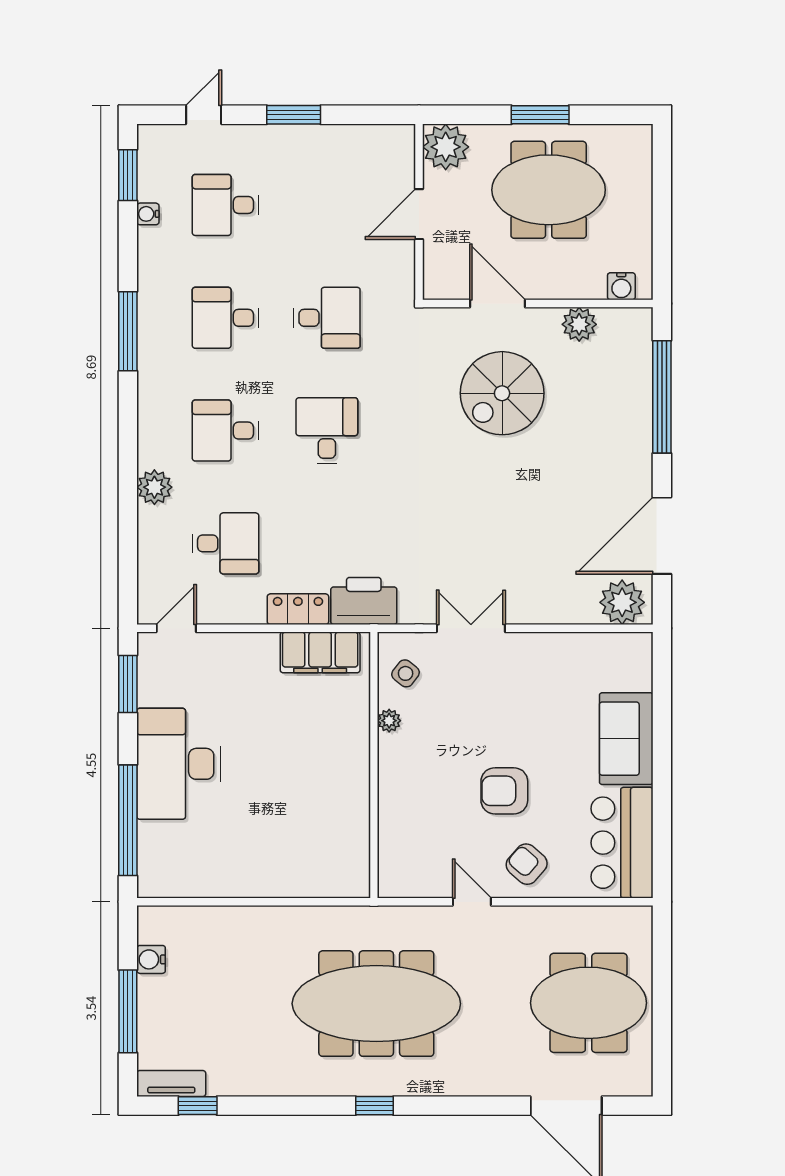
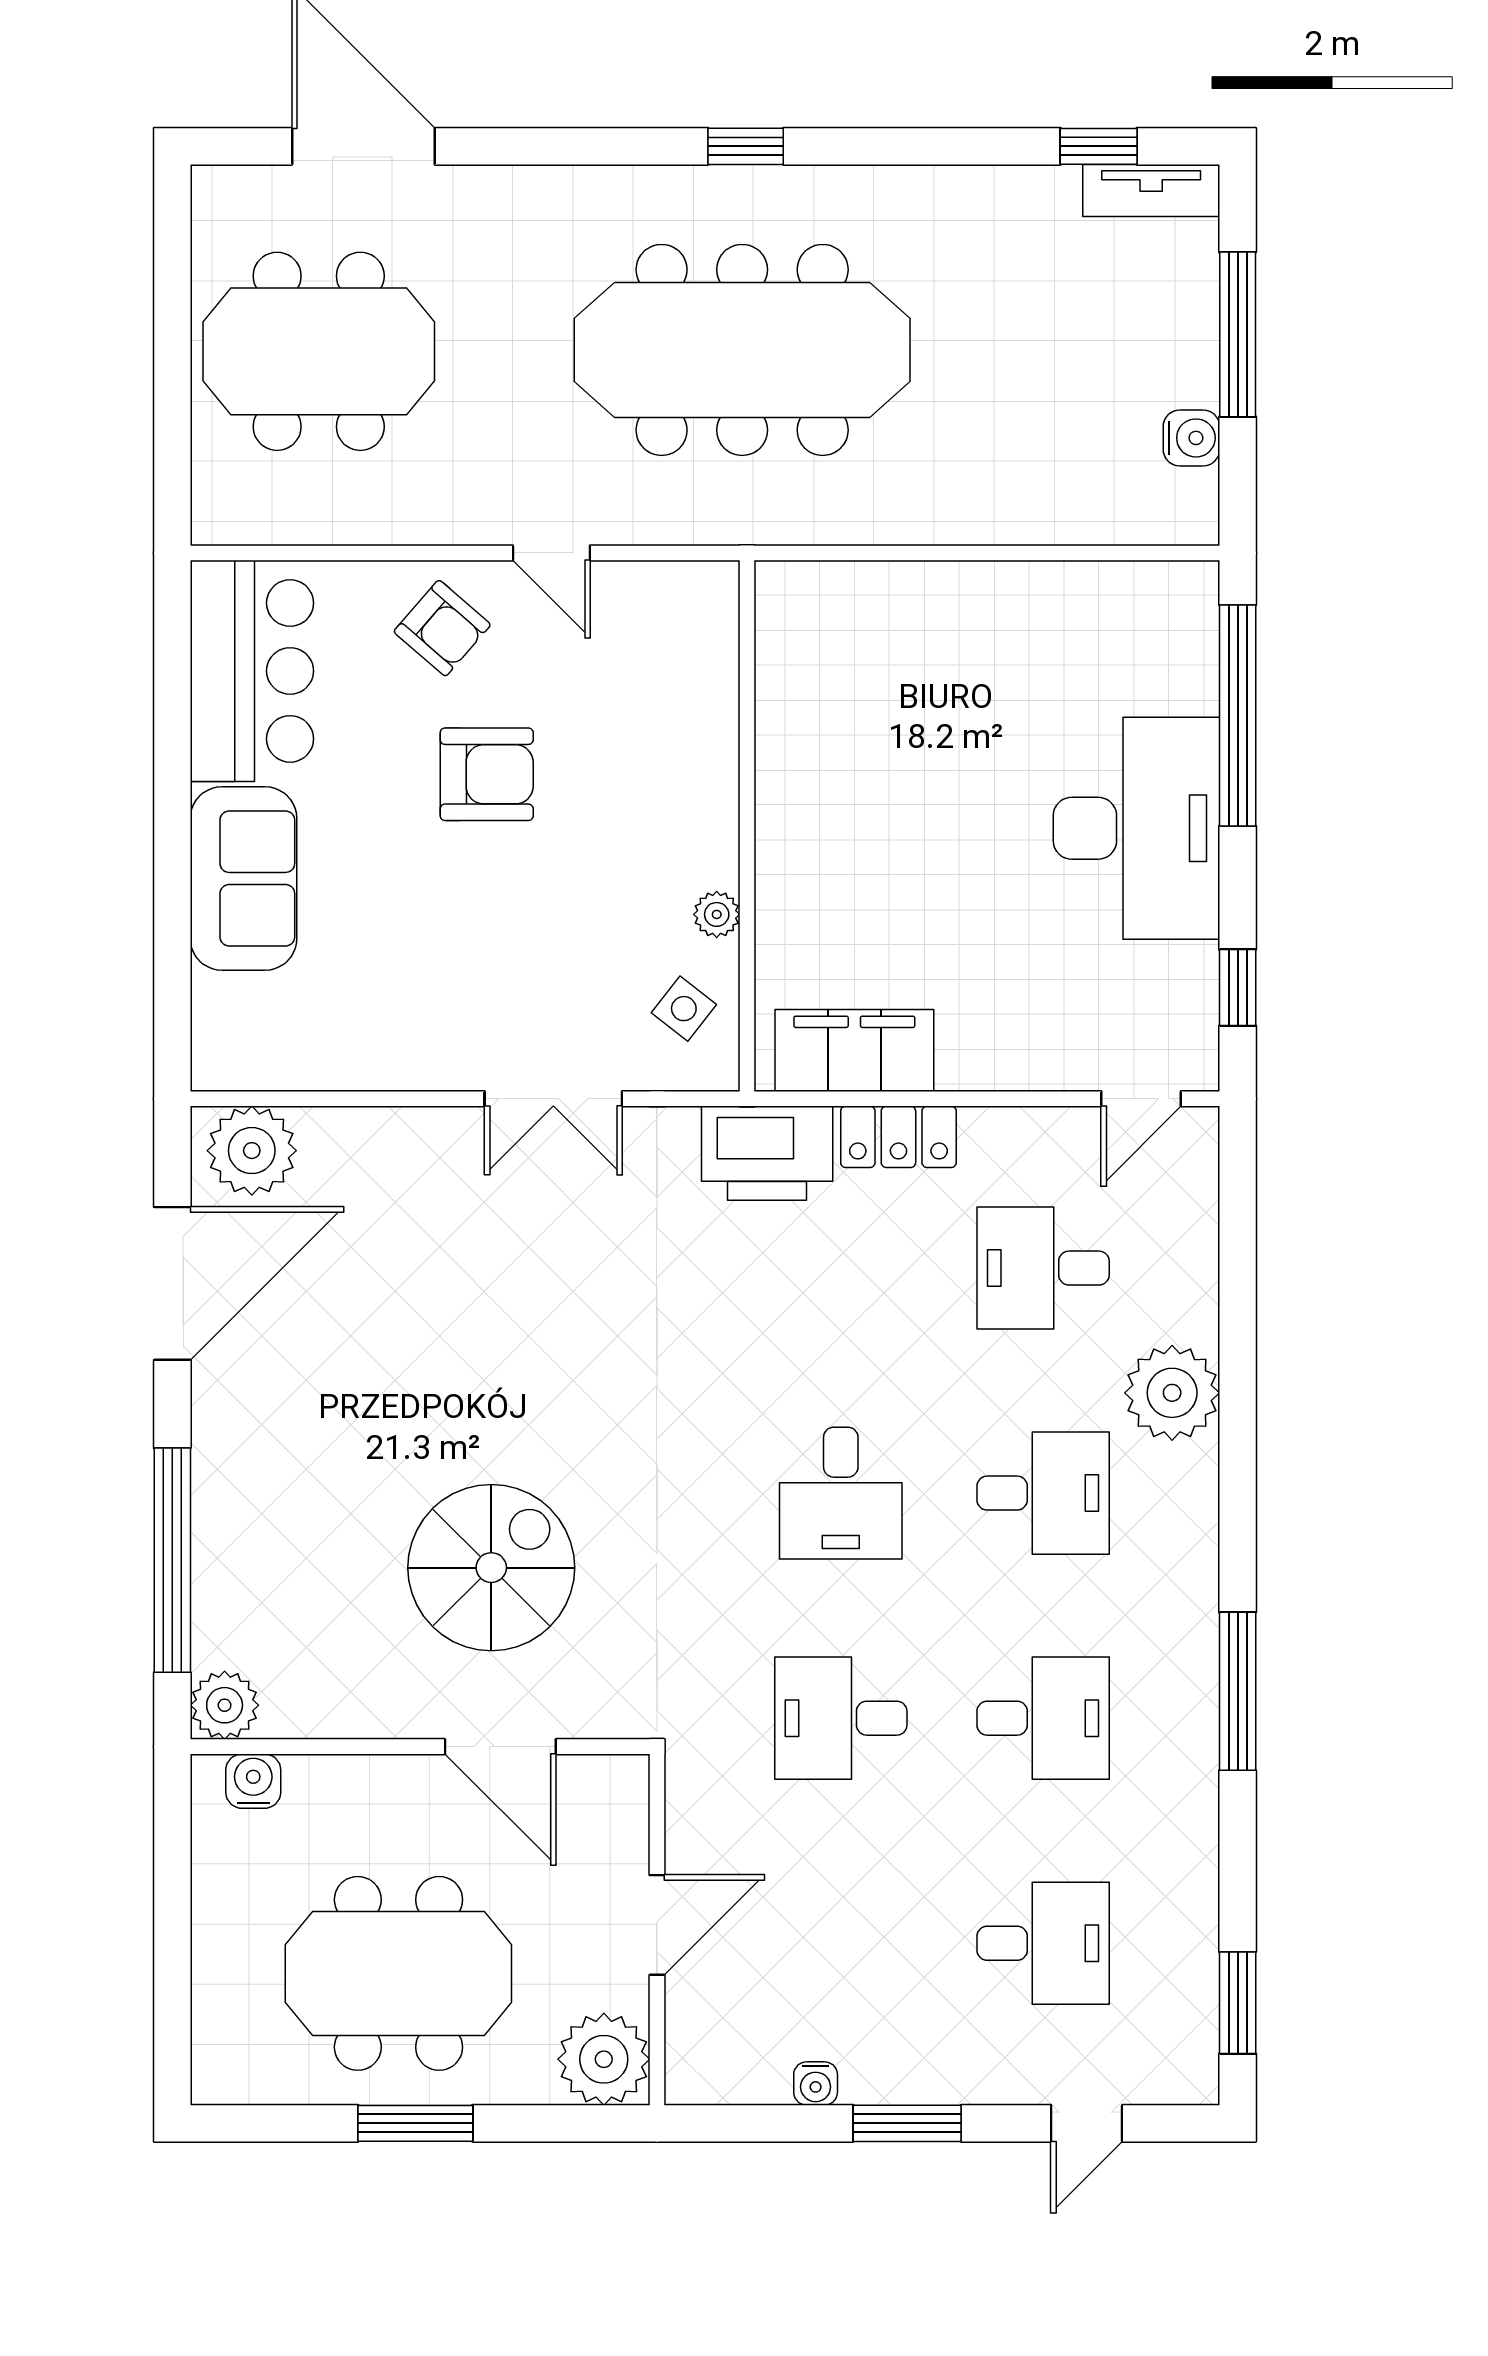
water cooler: (148, 214) -> (816, 2083), moved, turned 90
plant: (579, 324) -> (225, 1705), moved
plant: (154, 487) -> (1172, 1393), width x1.36, depth x1.36
window: (128, 684) -> (1238, 988), width x0.67

